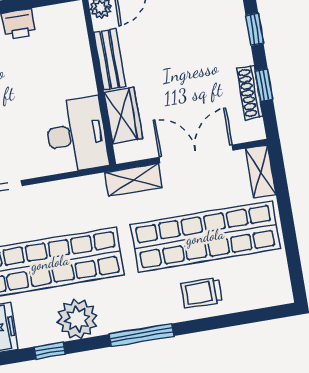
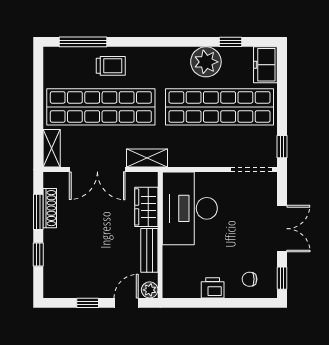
window: (264, 85) -> (38, 212), width x1.50
desk: (76, 135) -> (190, 208), width x1.36, depth x1.30
window: (141, 335) -> (83, 42), moved

